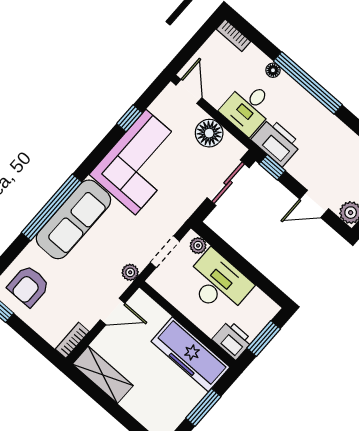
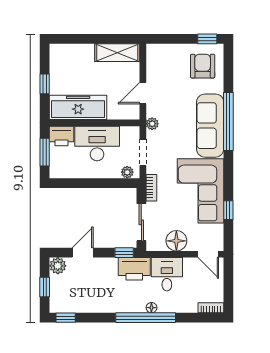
floor lamp: (273, 70) -> (151, 308), moved
desk: (218, 283) -> (97, 143), moved, turned 180
bookcase: (72, 340) -> (151, 188), moved
window: (203, 407) -> (45, 84), width x0.67

